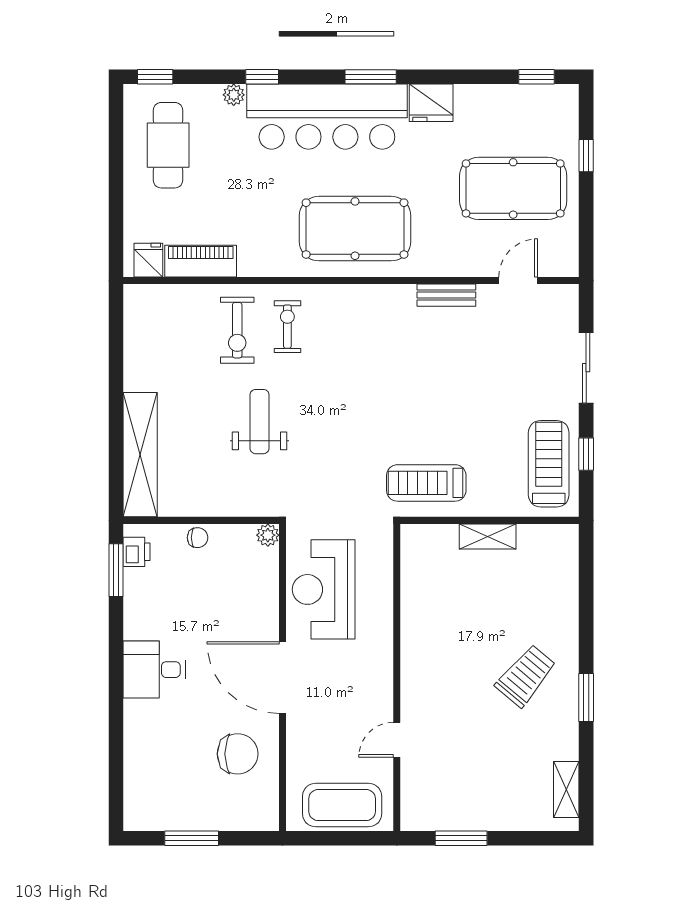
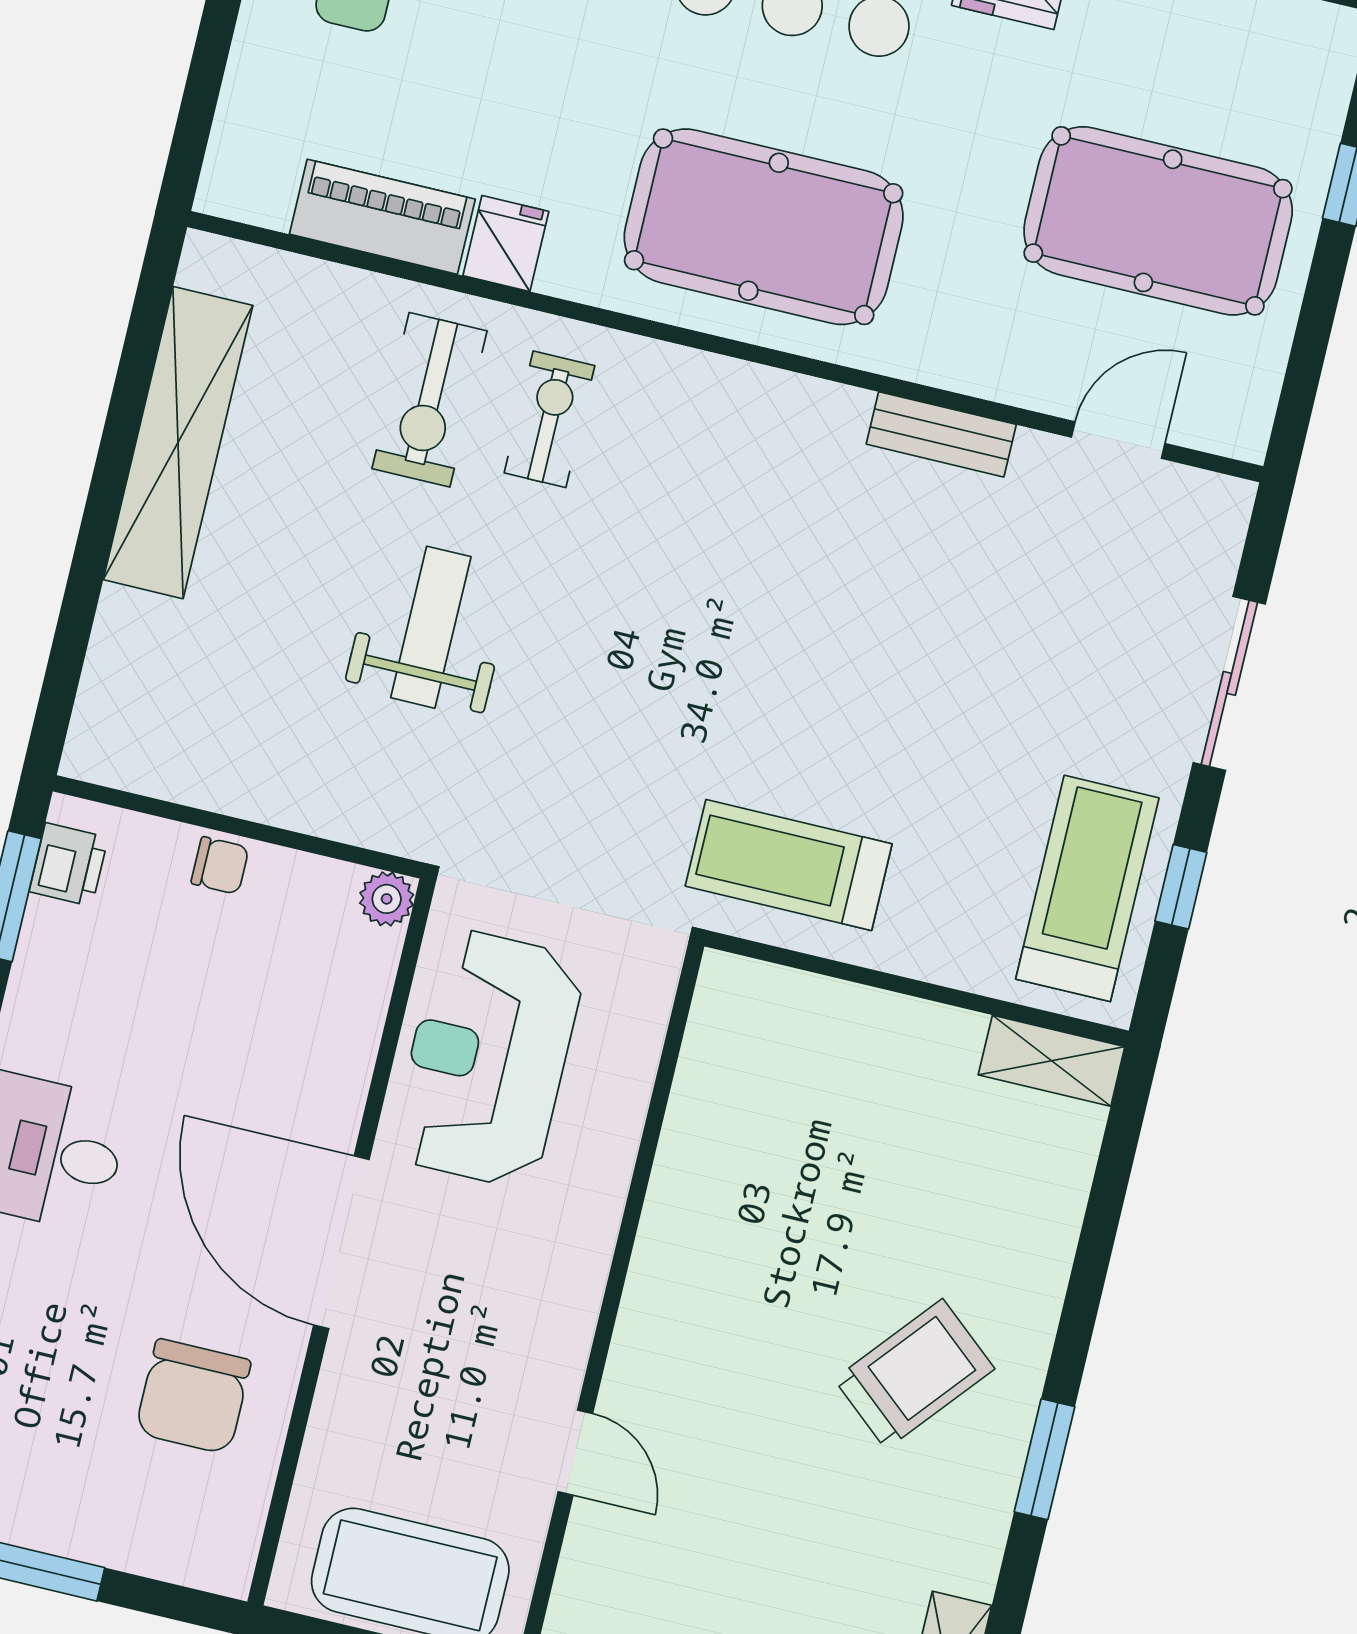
fridge: (148, 260) -> (506, 244), moved
shelving: (140, 455) -> (178, 443), moved
shelving: (488, 537) -> (1052, 1061), moved
door: (397, 740) -> (575, 1453), swing flipped
chair: (238, 754) -> (193, 1396), turned 90

